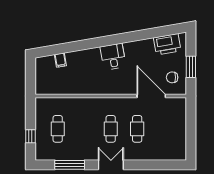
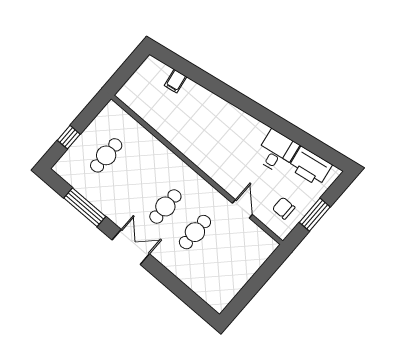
desk: (113, 57) -> (277, 152), moved
door: (151, 96) -> (242, 209), width x0.53

